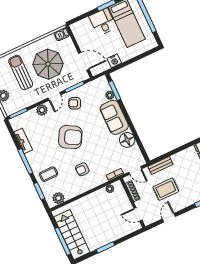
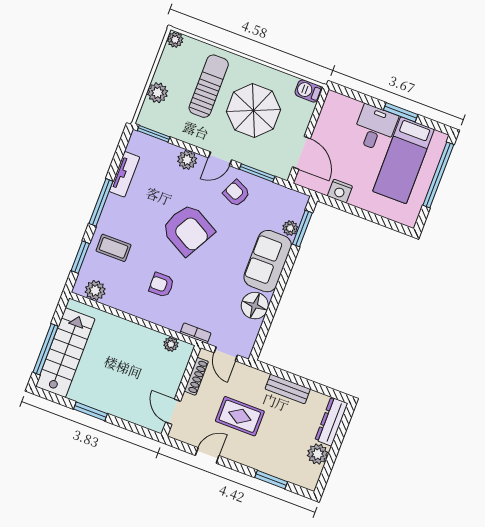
bench: (160, 165) -> (288, 389), moved

